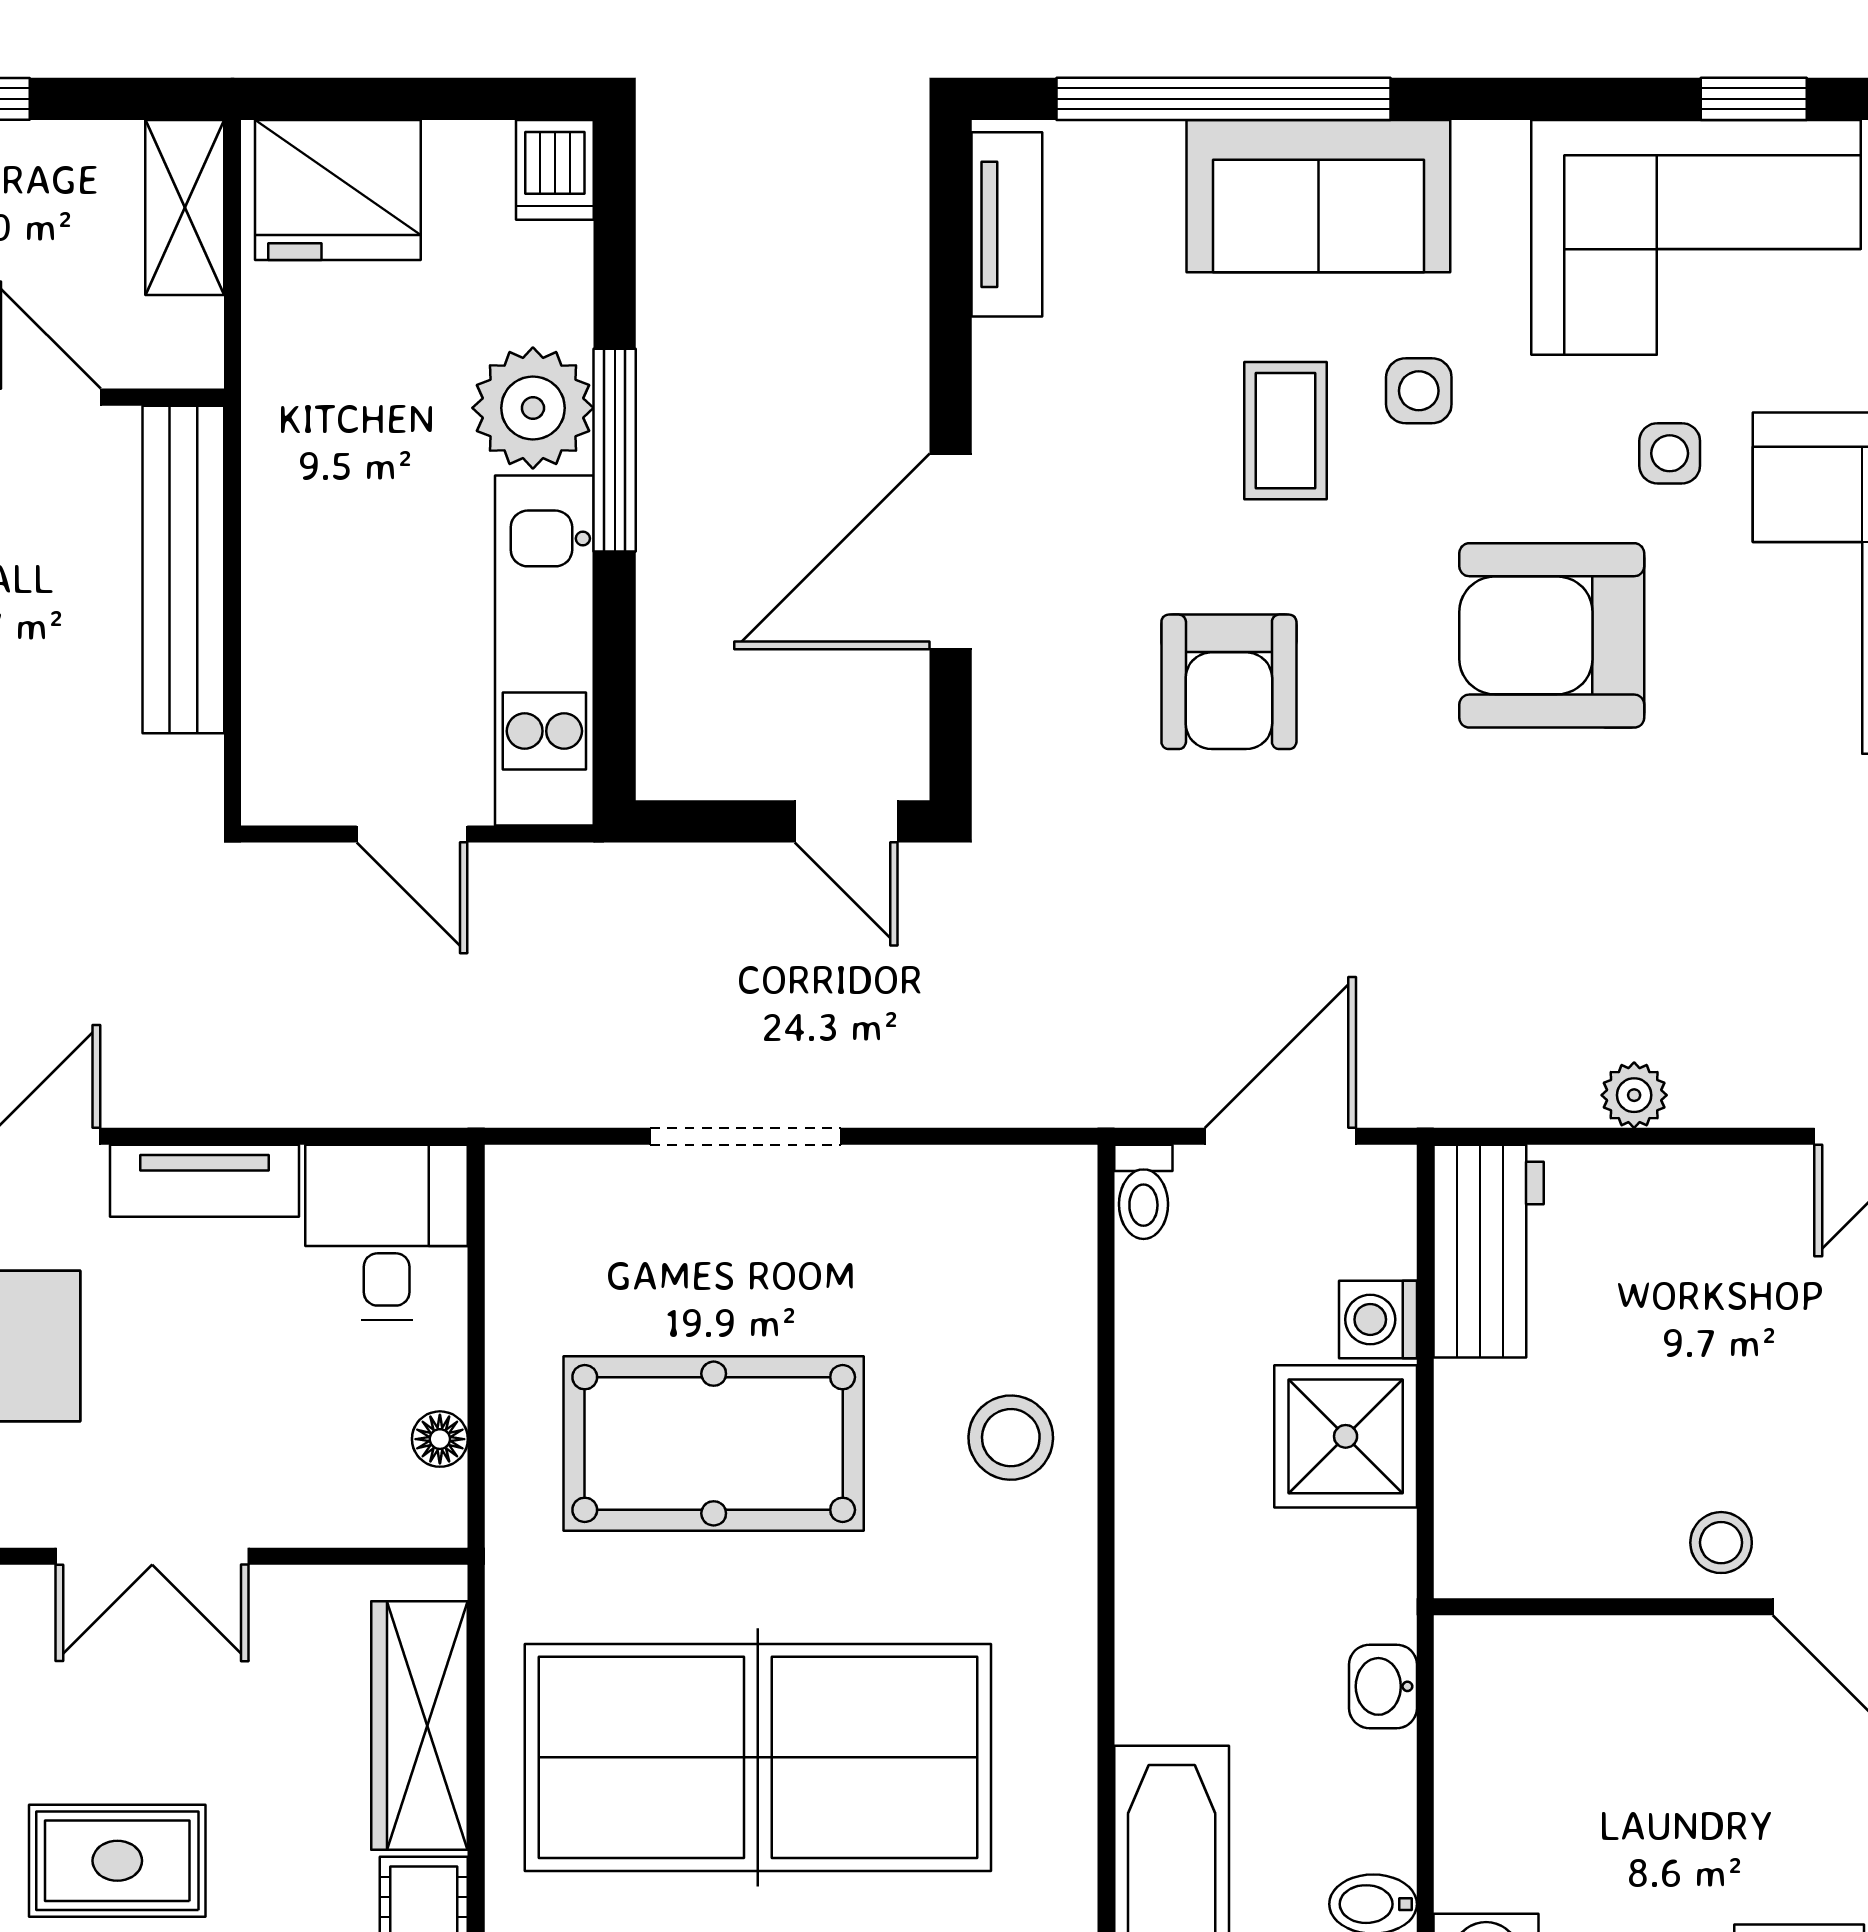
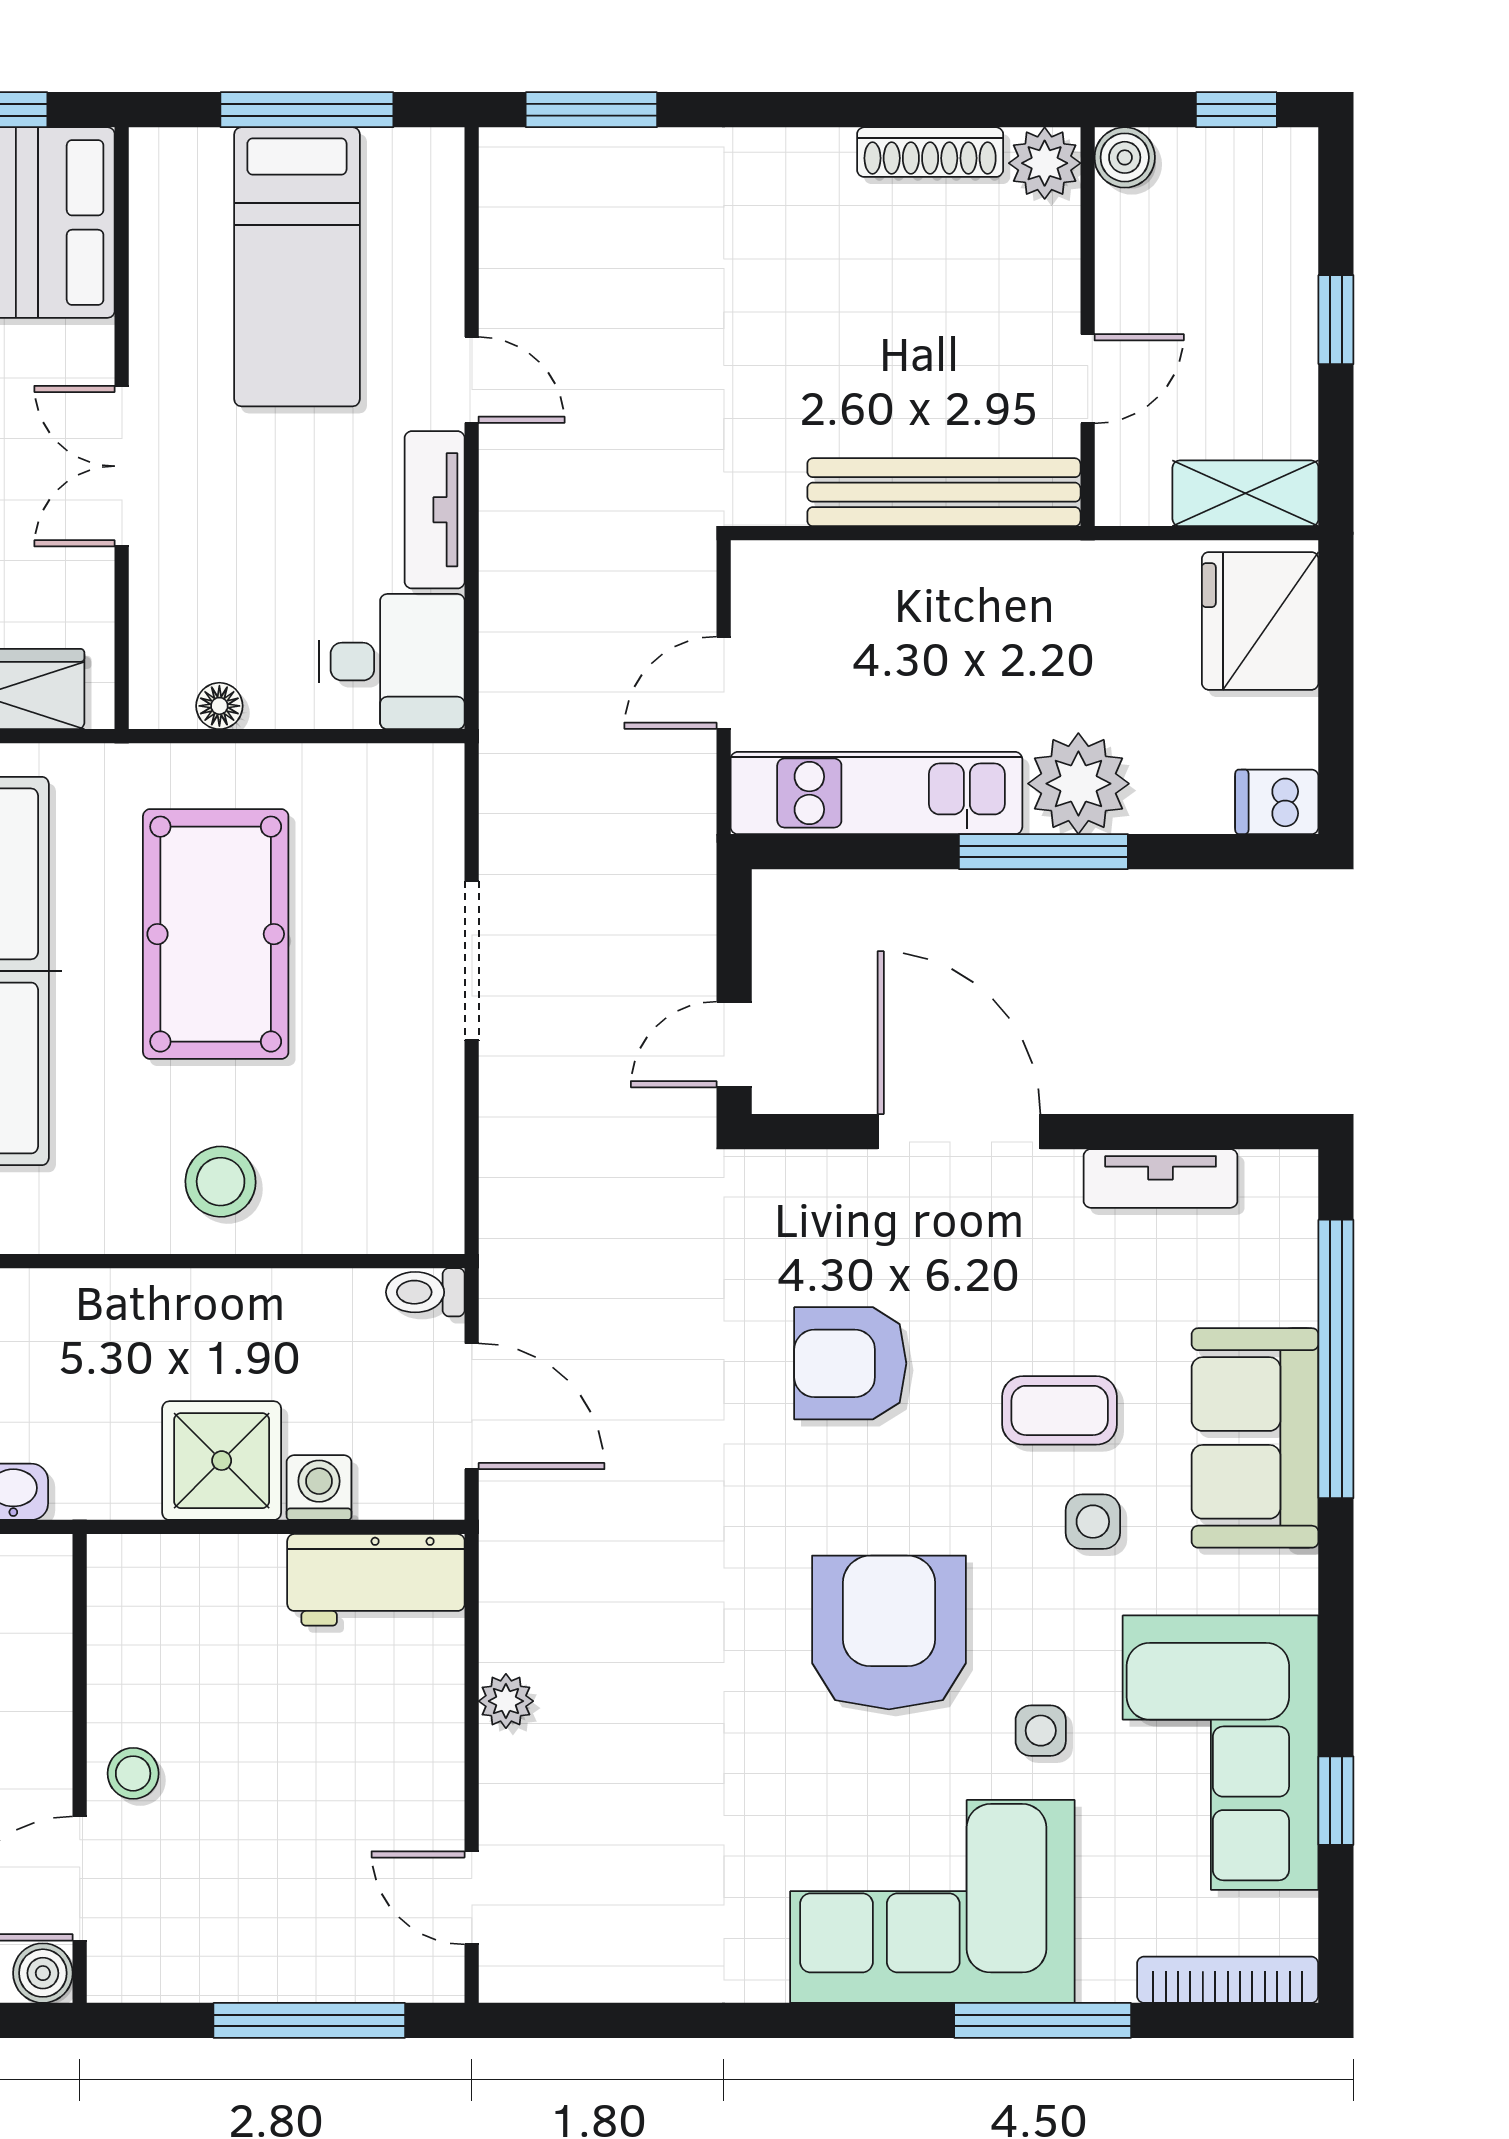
tv unit: (1007, 224) -> (1161, 1178), moved

